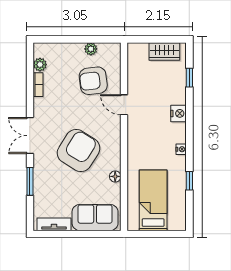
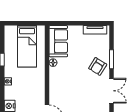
armchair: (79, 151) -> (98, 66), moved, width x0.53, depth x0.53
sofa: (95, 218) -> (58, 41), moved, turned -90

